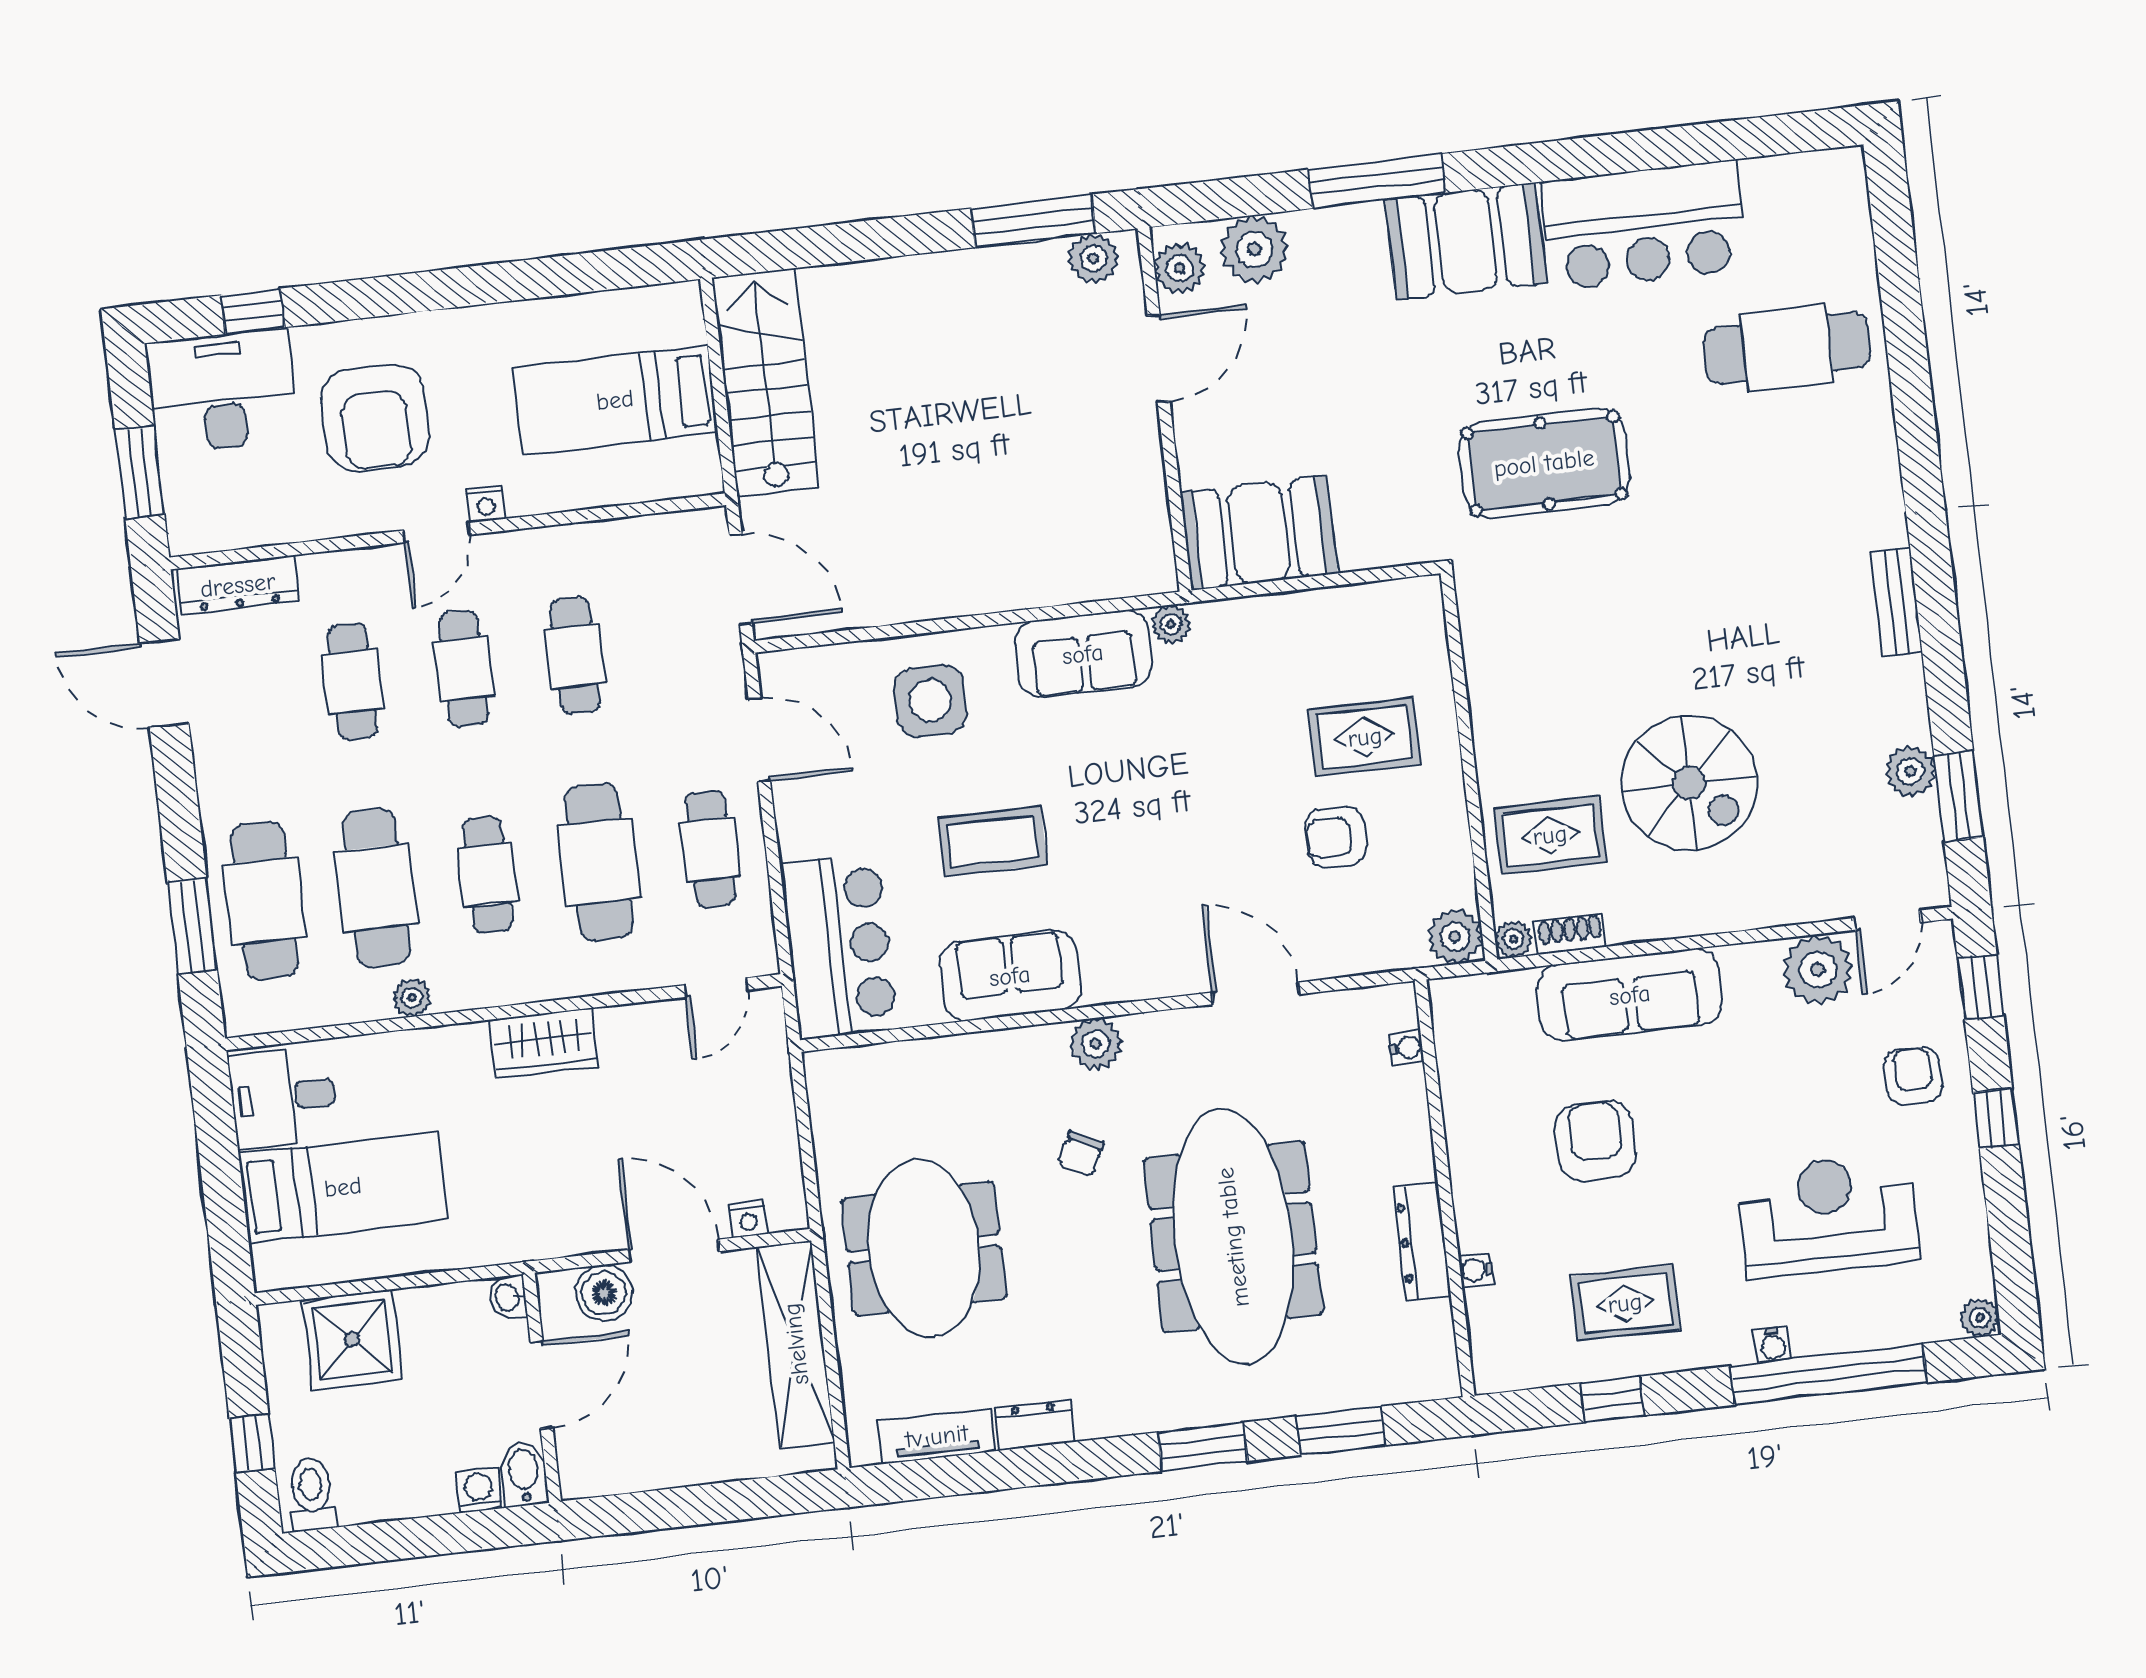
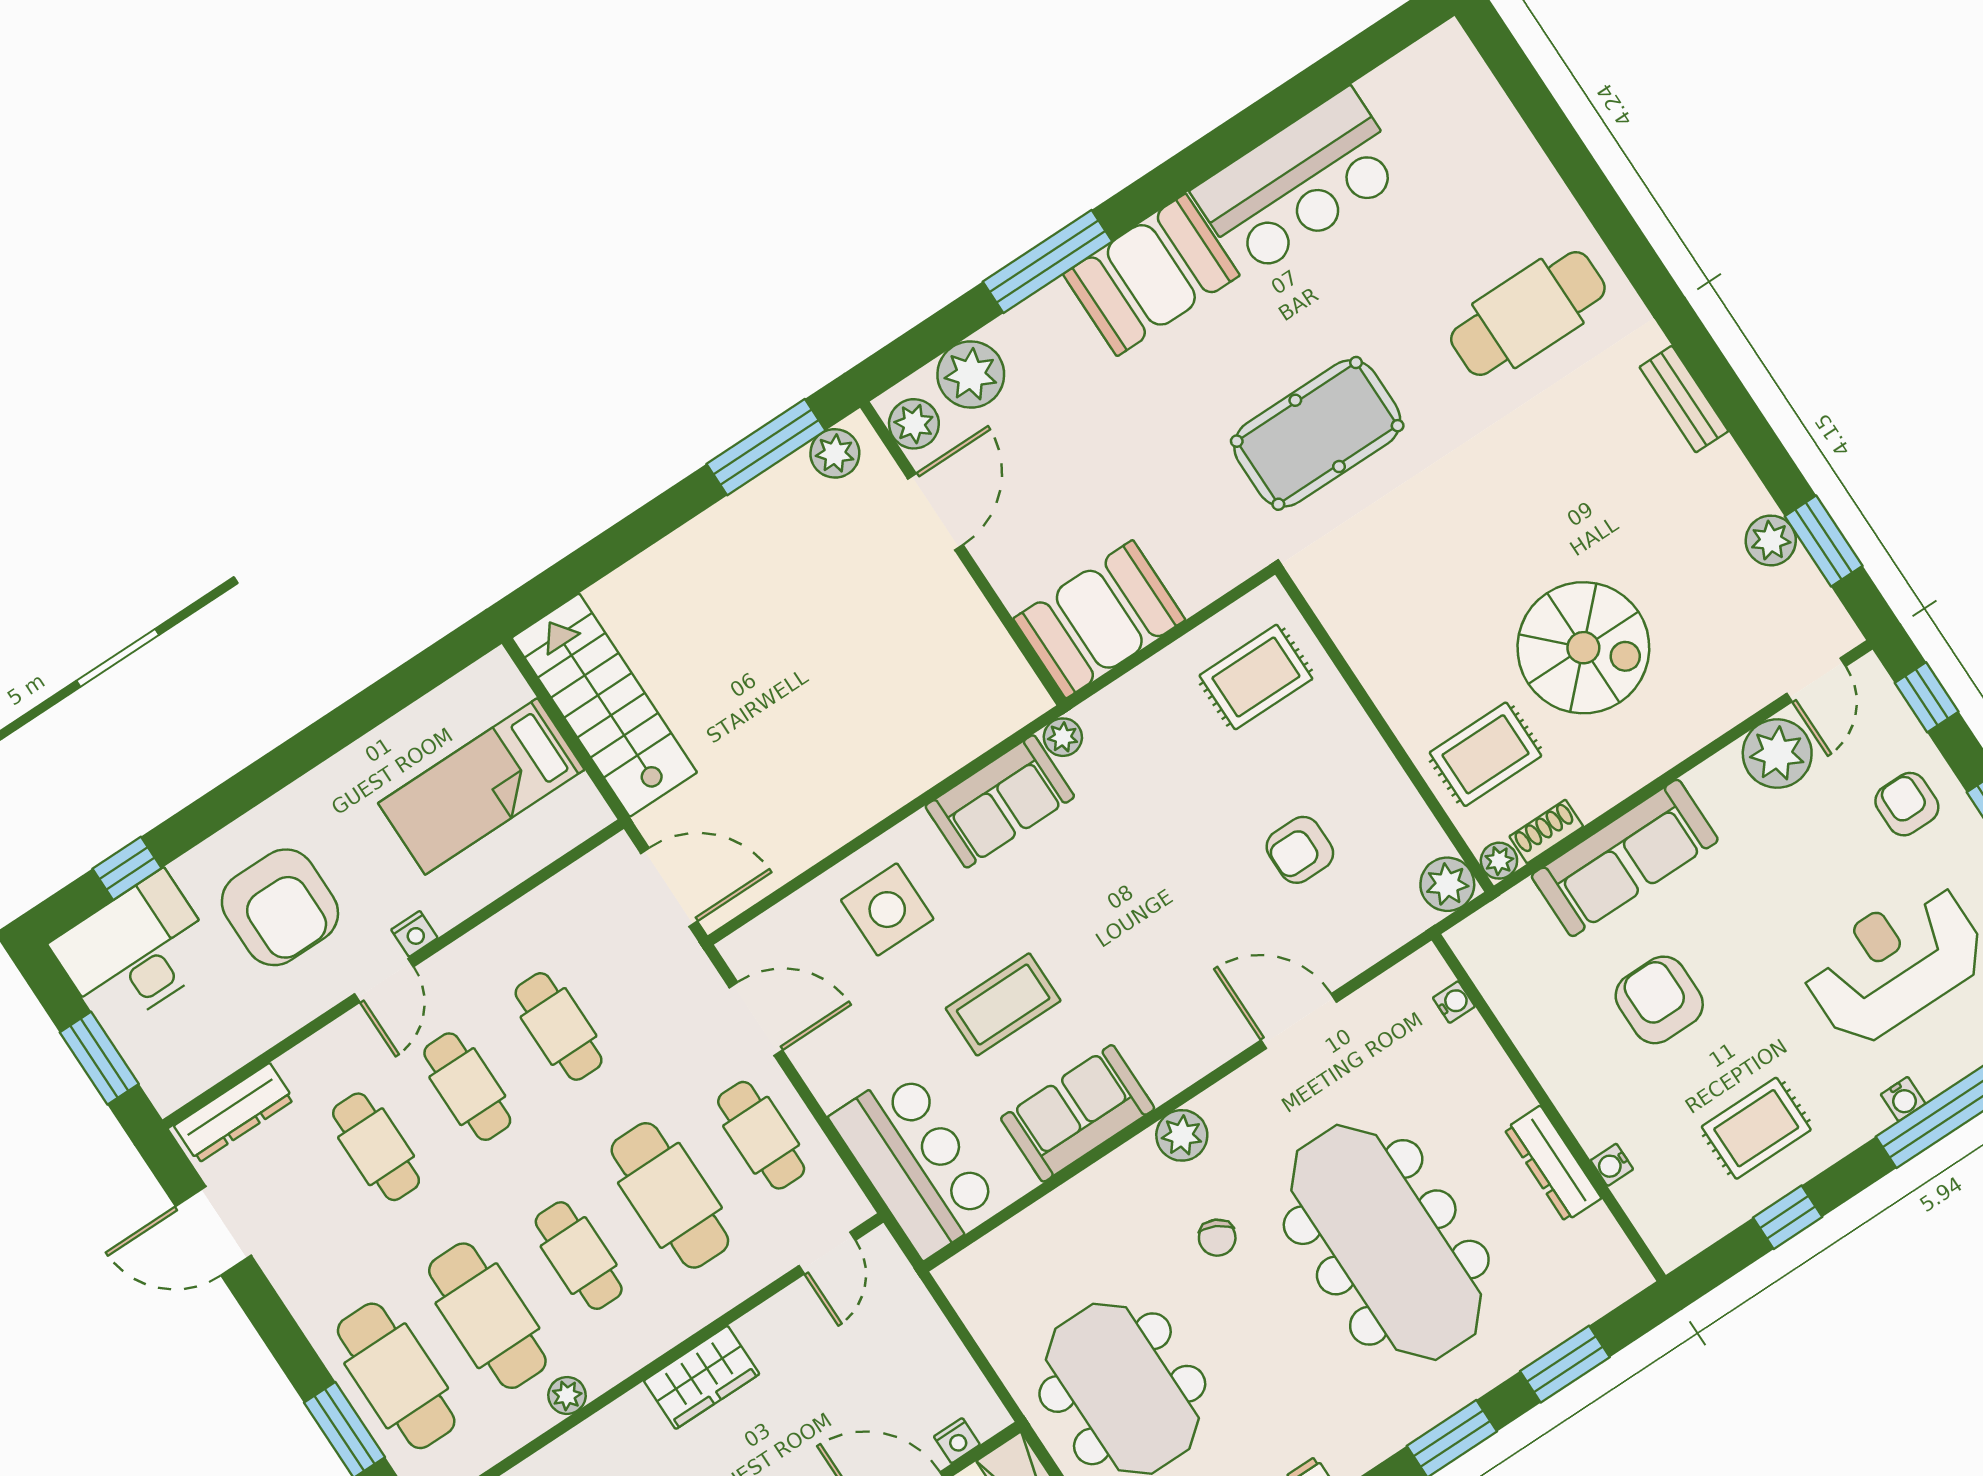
cafe table: (1787, 348) -> (1528, 314), moved
rug: (1365, 737) -> (1256, 677), moved

